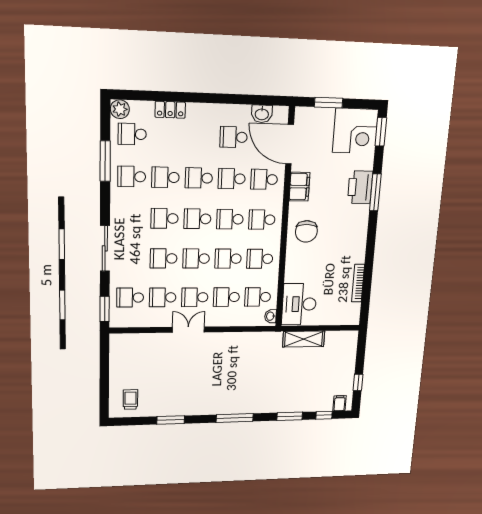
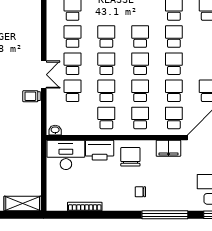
printer: (360, 187) -> (100, 150), moved, turned 180
window: (375, 192) -> (165, 215), width x1.46
chair: (347, 220) -> (140, 192), added
chair: (306, 231) -> (130, 157), turned 90
school desk: (258, 297) -> (73, 118), removed
double door: (188, 330) -> (44, 75), moved
shelving: (304, 339) -> (23, 204), moved, turned 90
trolley: (231, 342) -> (32, 96), added

